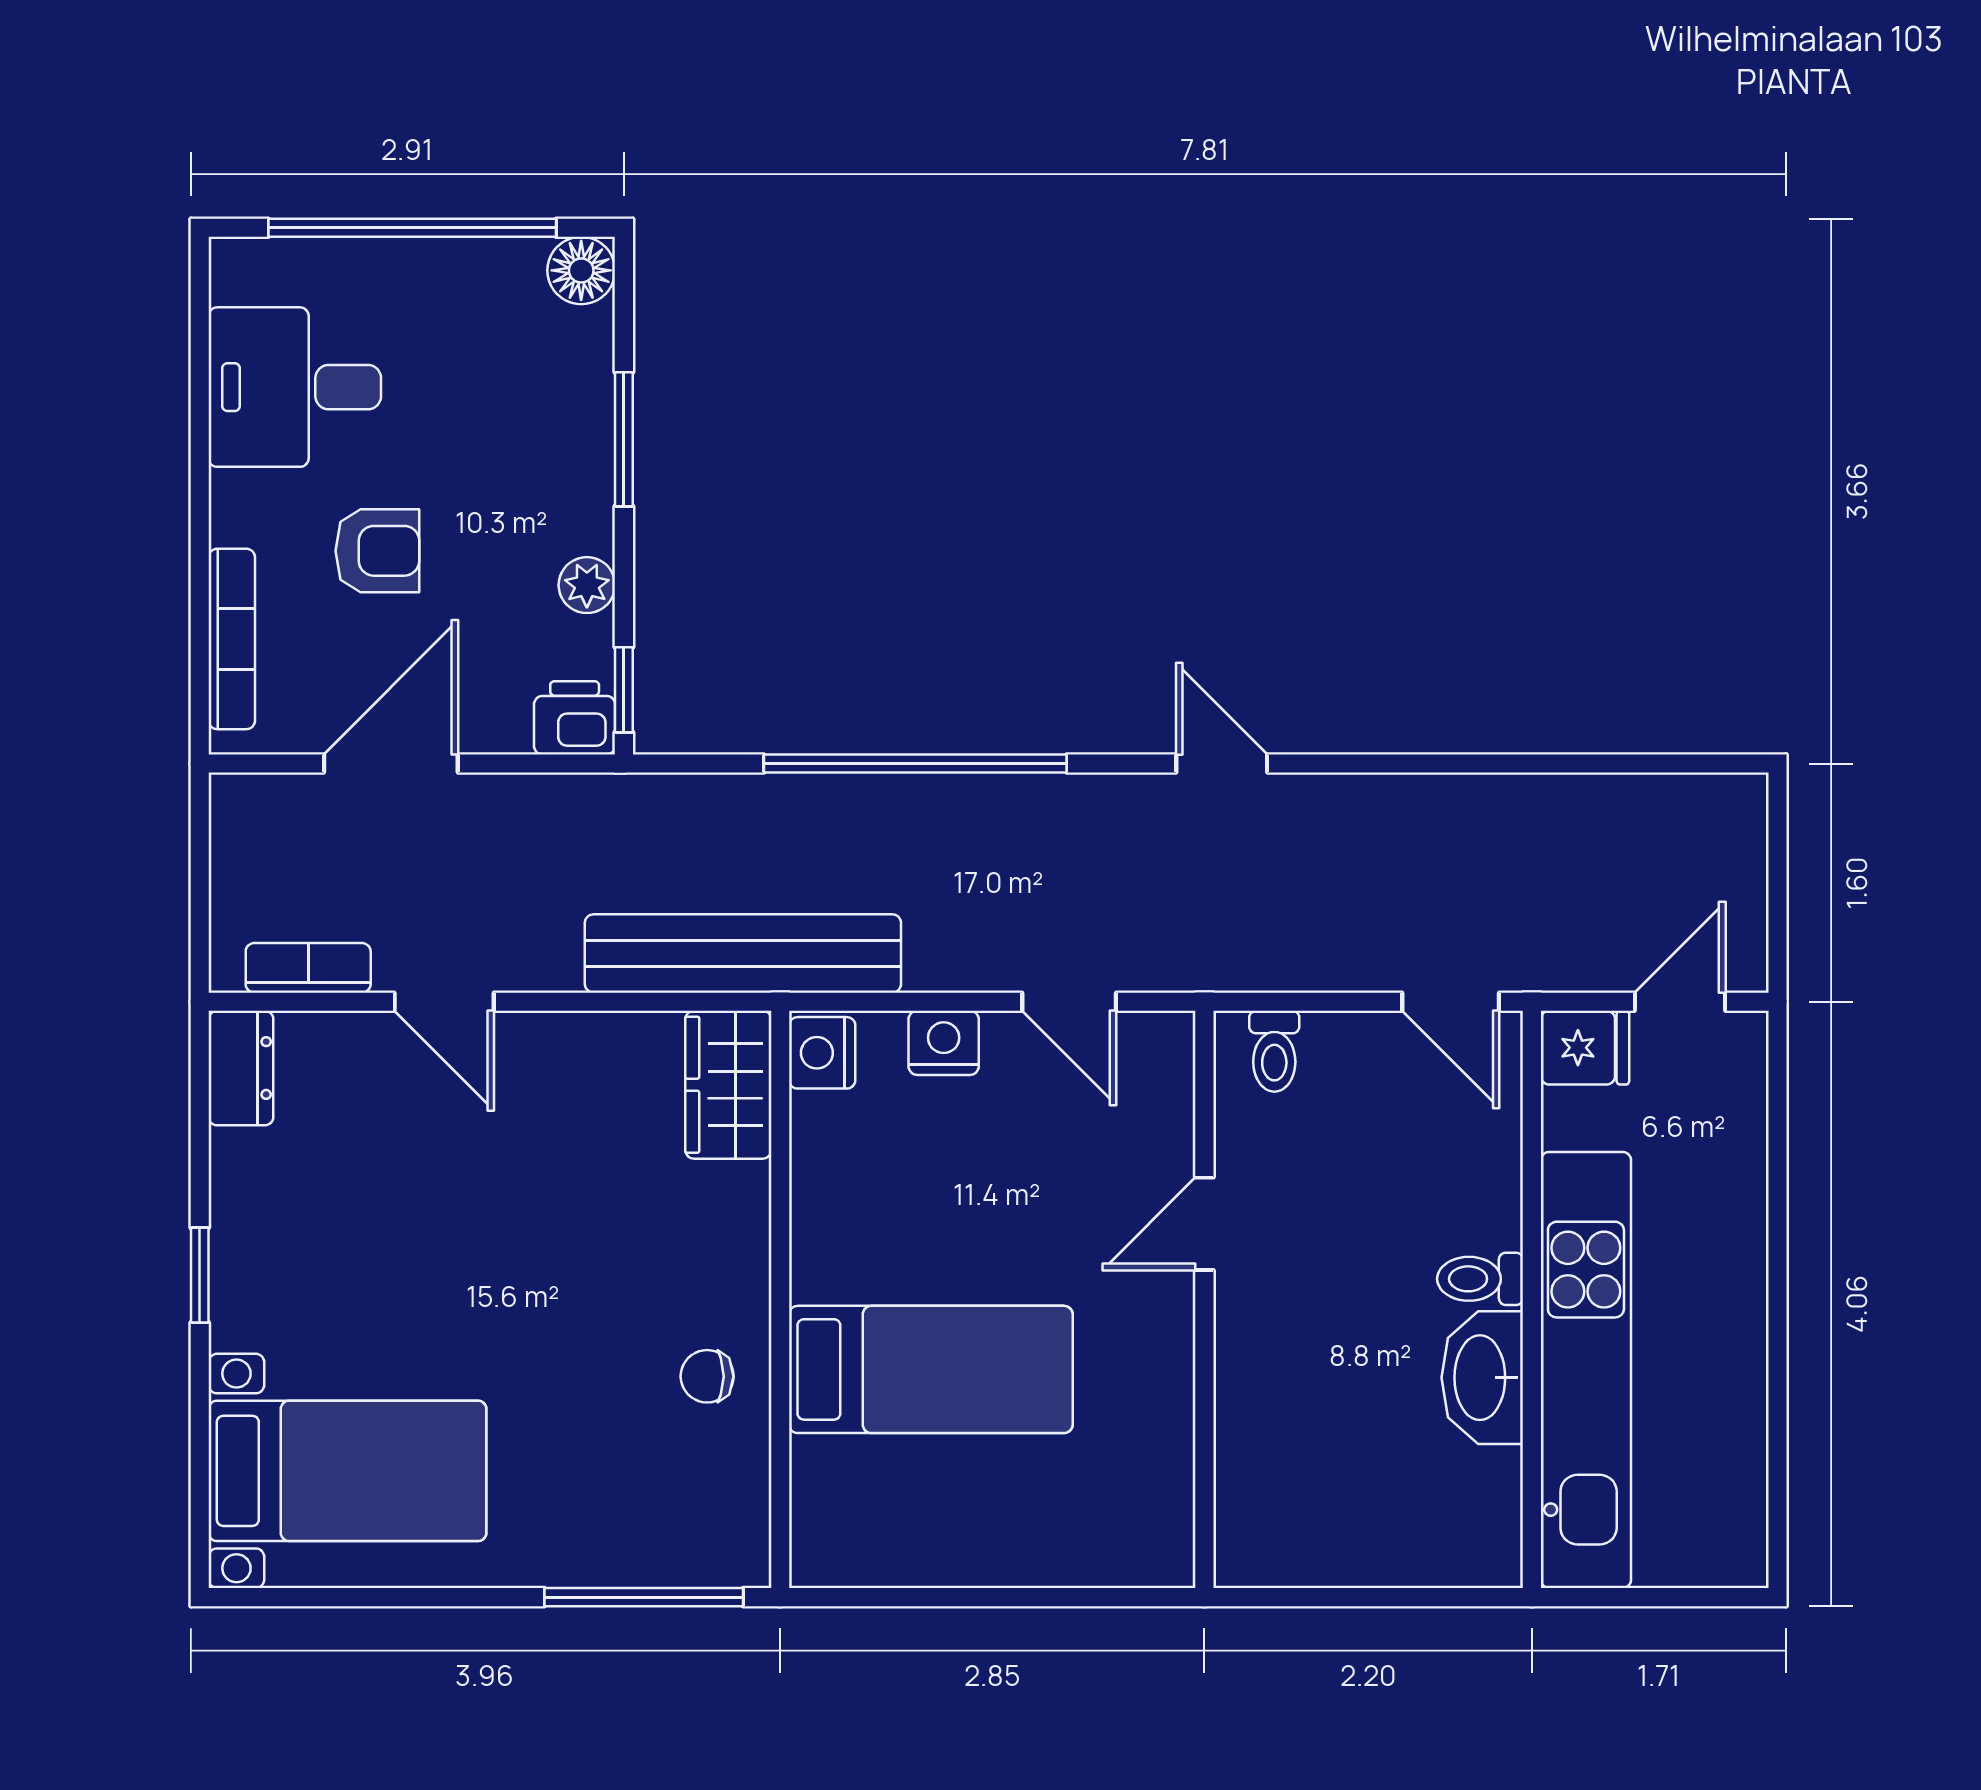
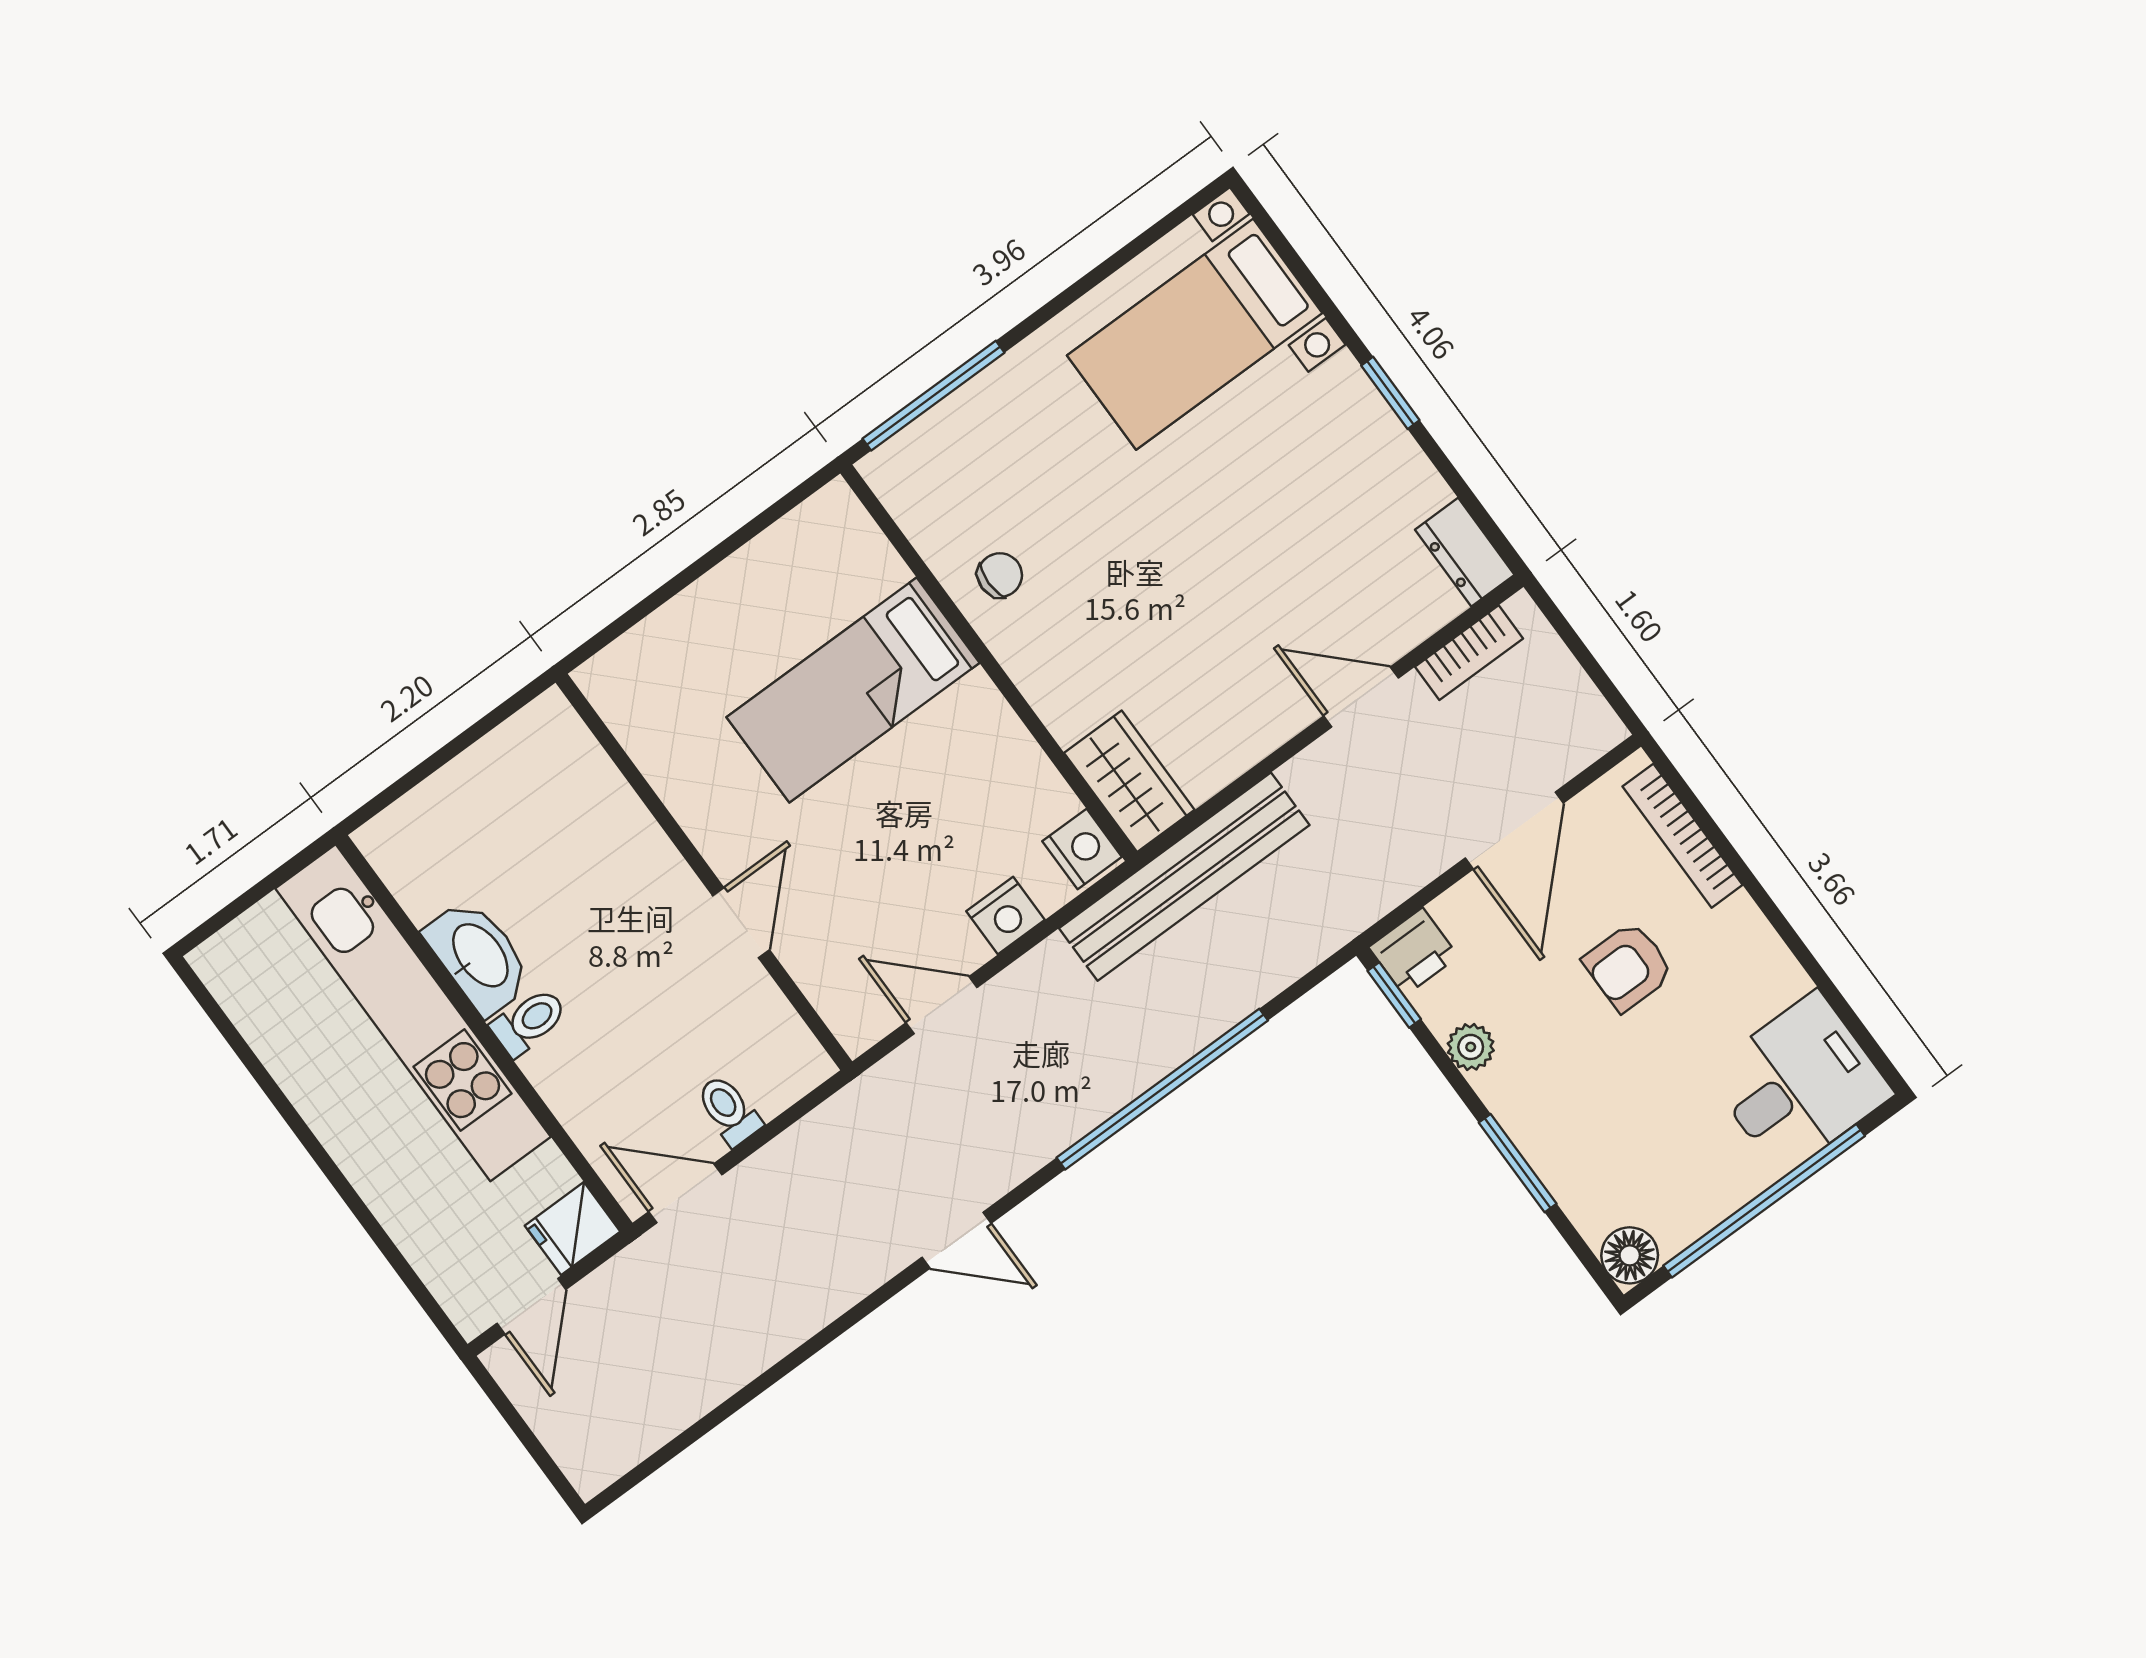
desk: (295, 387) -> (1799, 1083), moved
toilet: (1274, 1051) -> (729, 1110), moved

